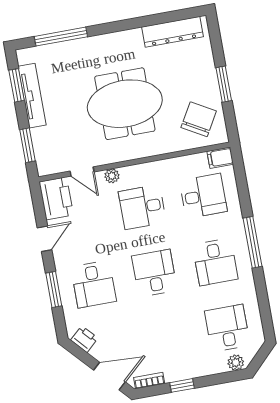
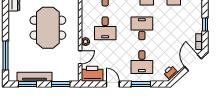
desk: (154, 273) -> (142, 28), turned 90
desk: (94, 284) -> (142, 62), turned 90

